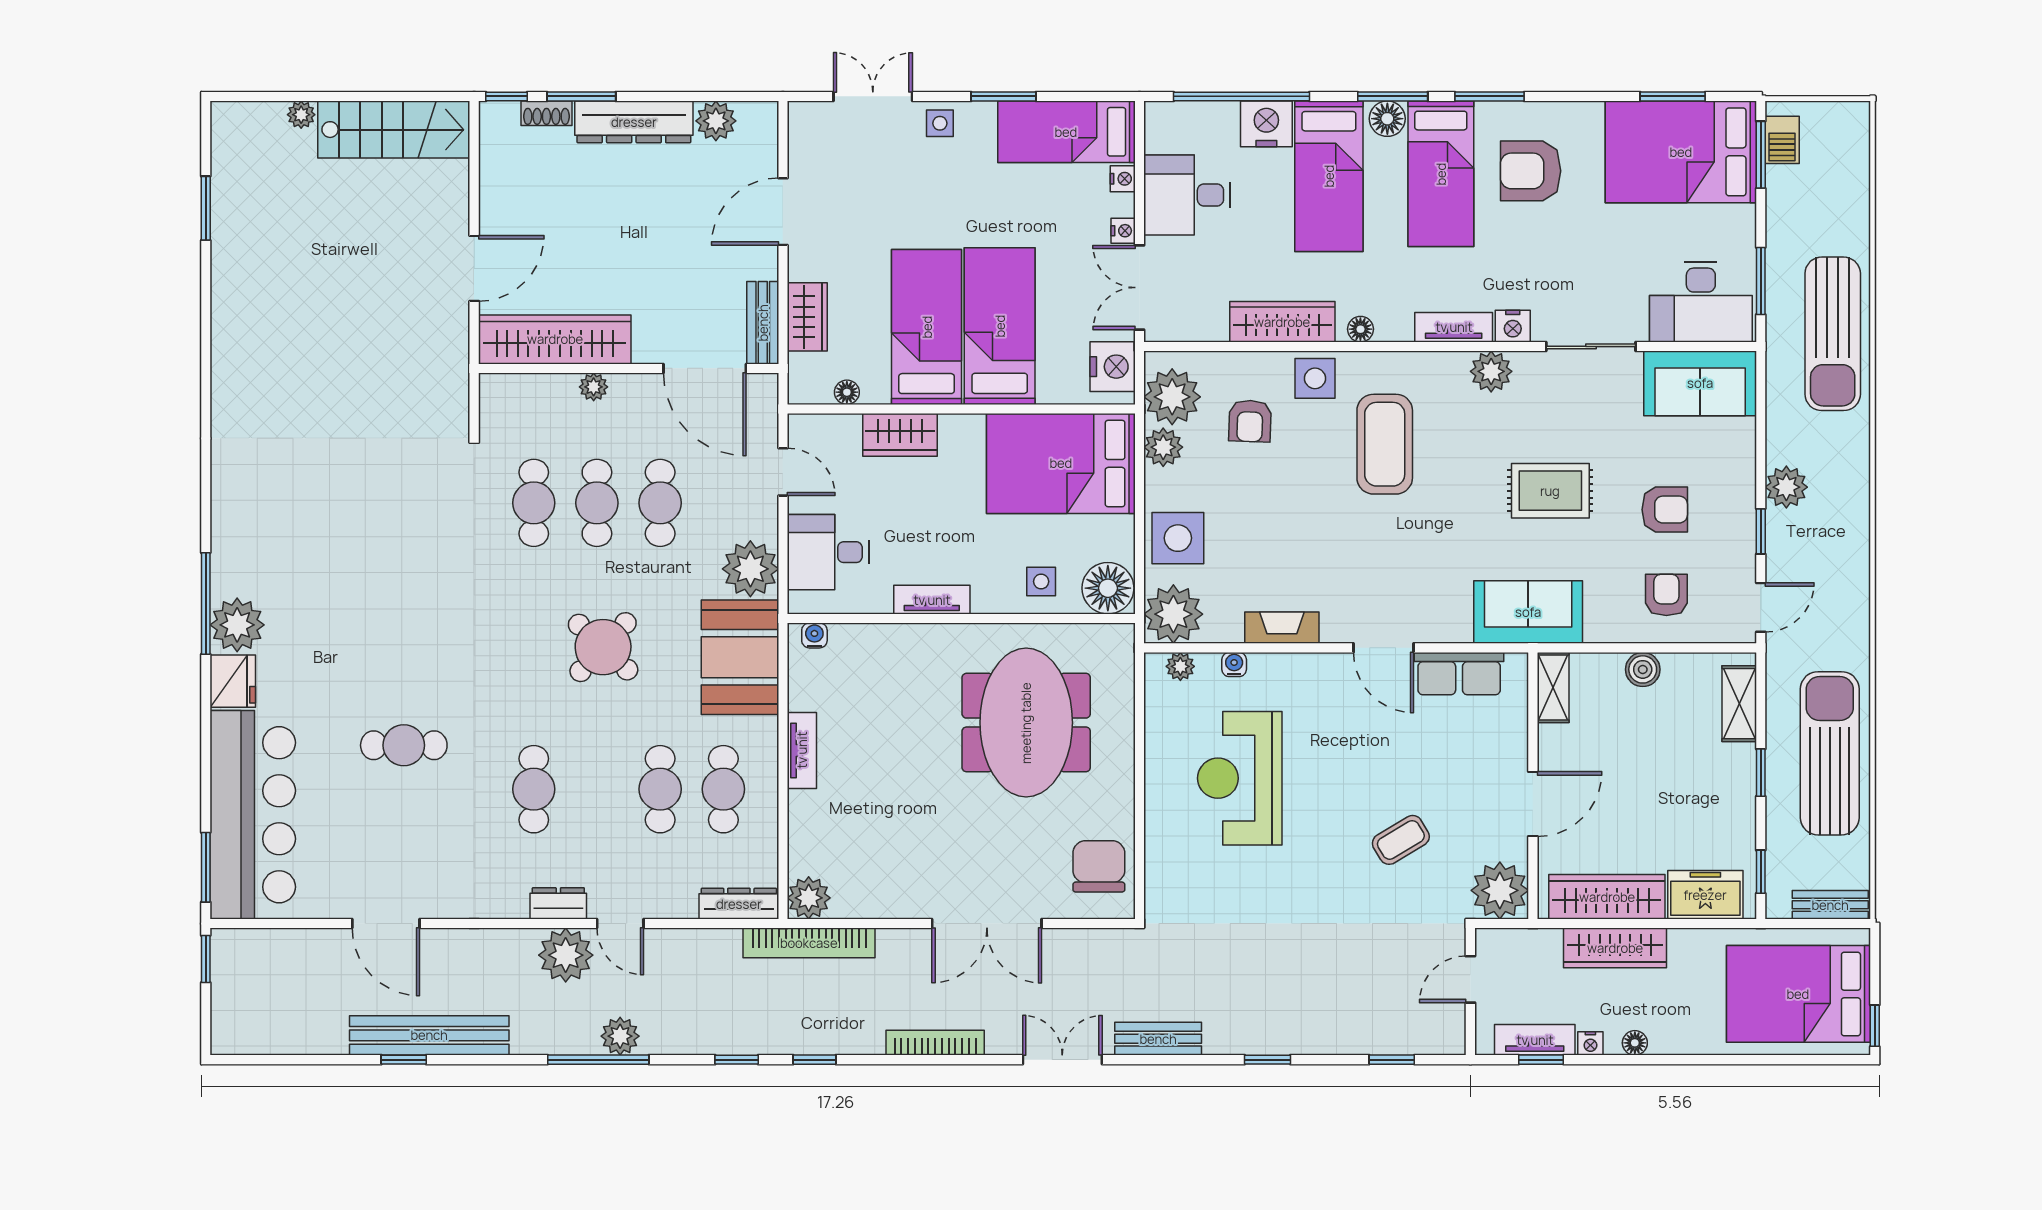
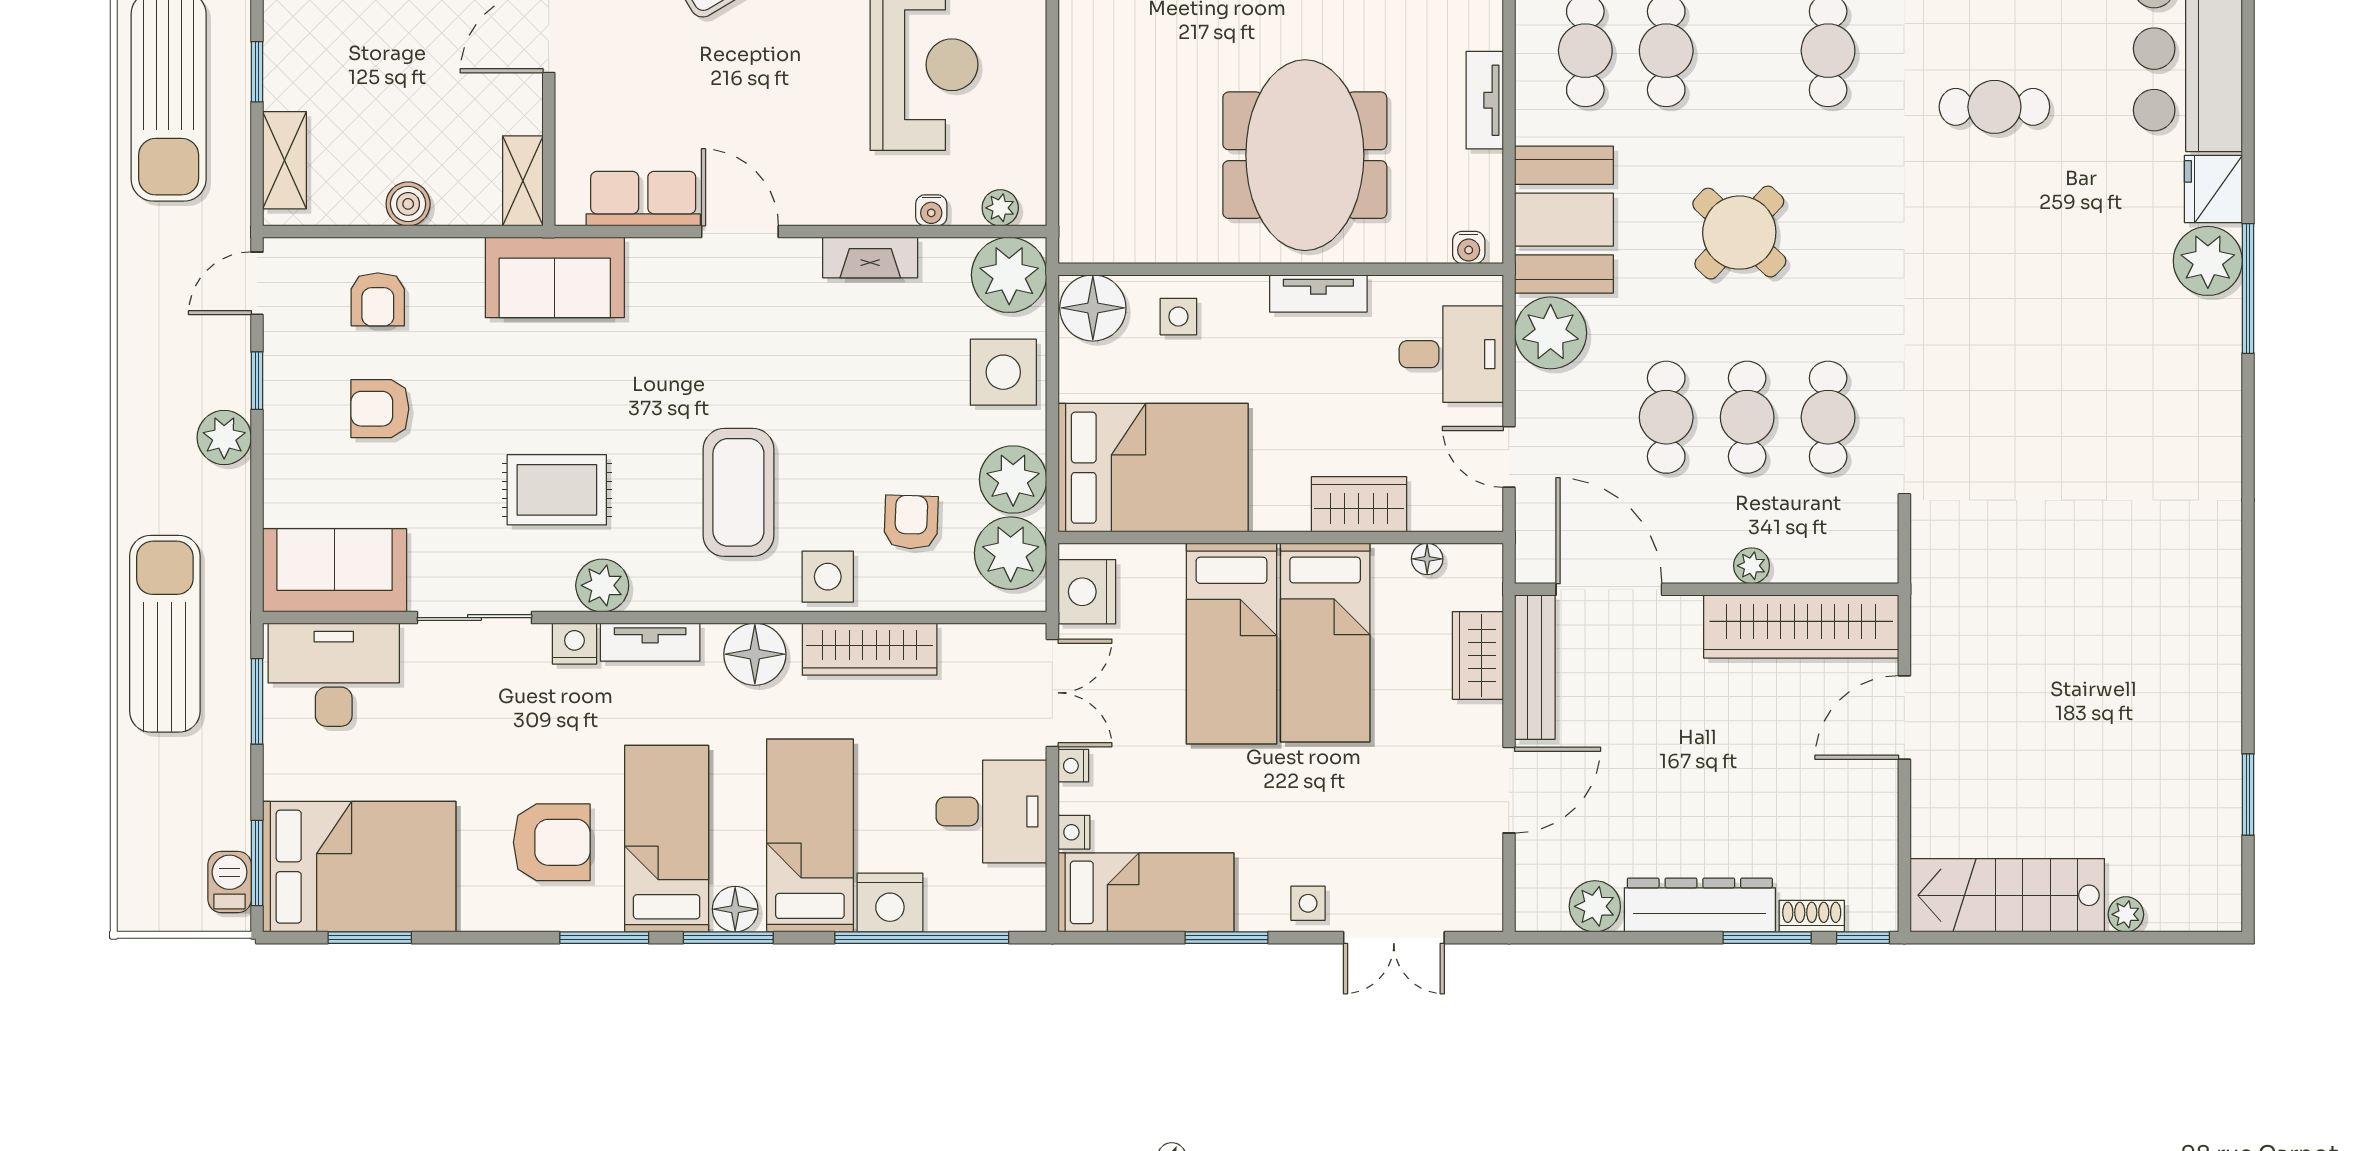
bench: (763, 323) -> (1535, 667), width x1.36
floor lamp: (1360, 329) -> (755, 654), width x1.89, depth x1.89
plant: (1163, 447) -> (1013, 479), width x1.36, depth x1.36
rug: (1550, 491) -> (557, 490), moved
meeting table: (1026, 723) -> (1305, 155), moved

